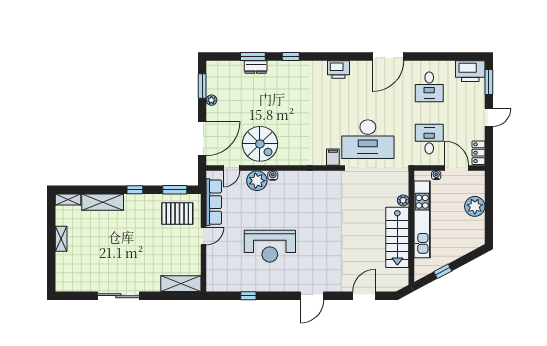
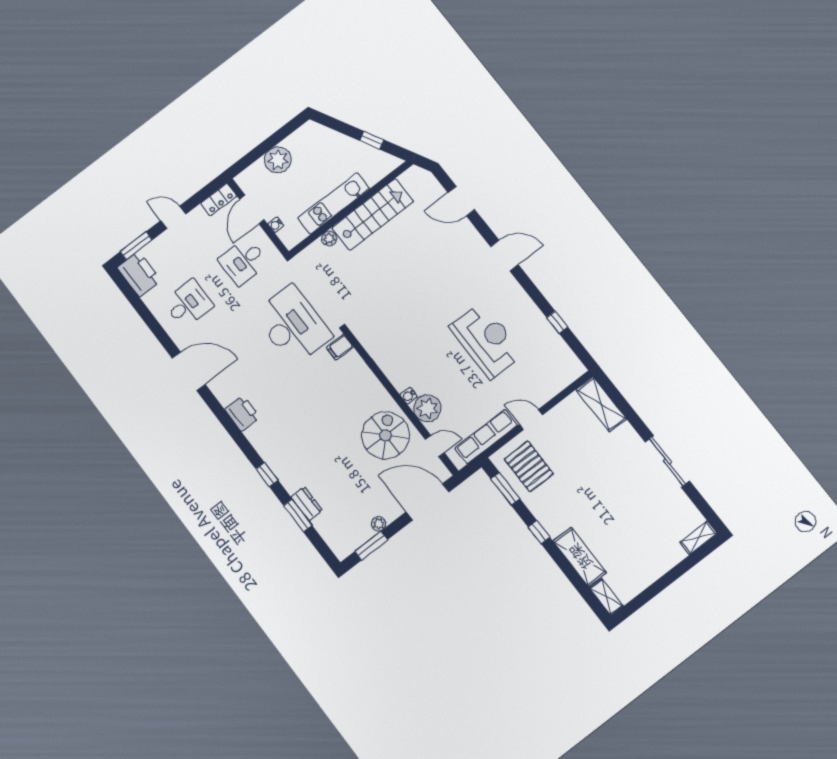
kitchen unit: (422, 219) -> (334, 203), width x0.73
shelving: (61, 239) -> (699, 538), moved

